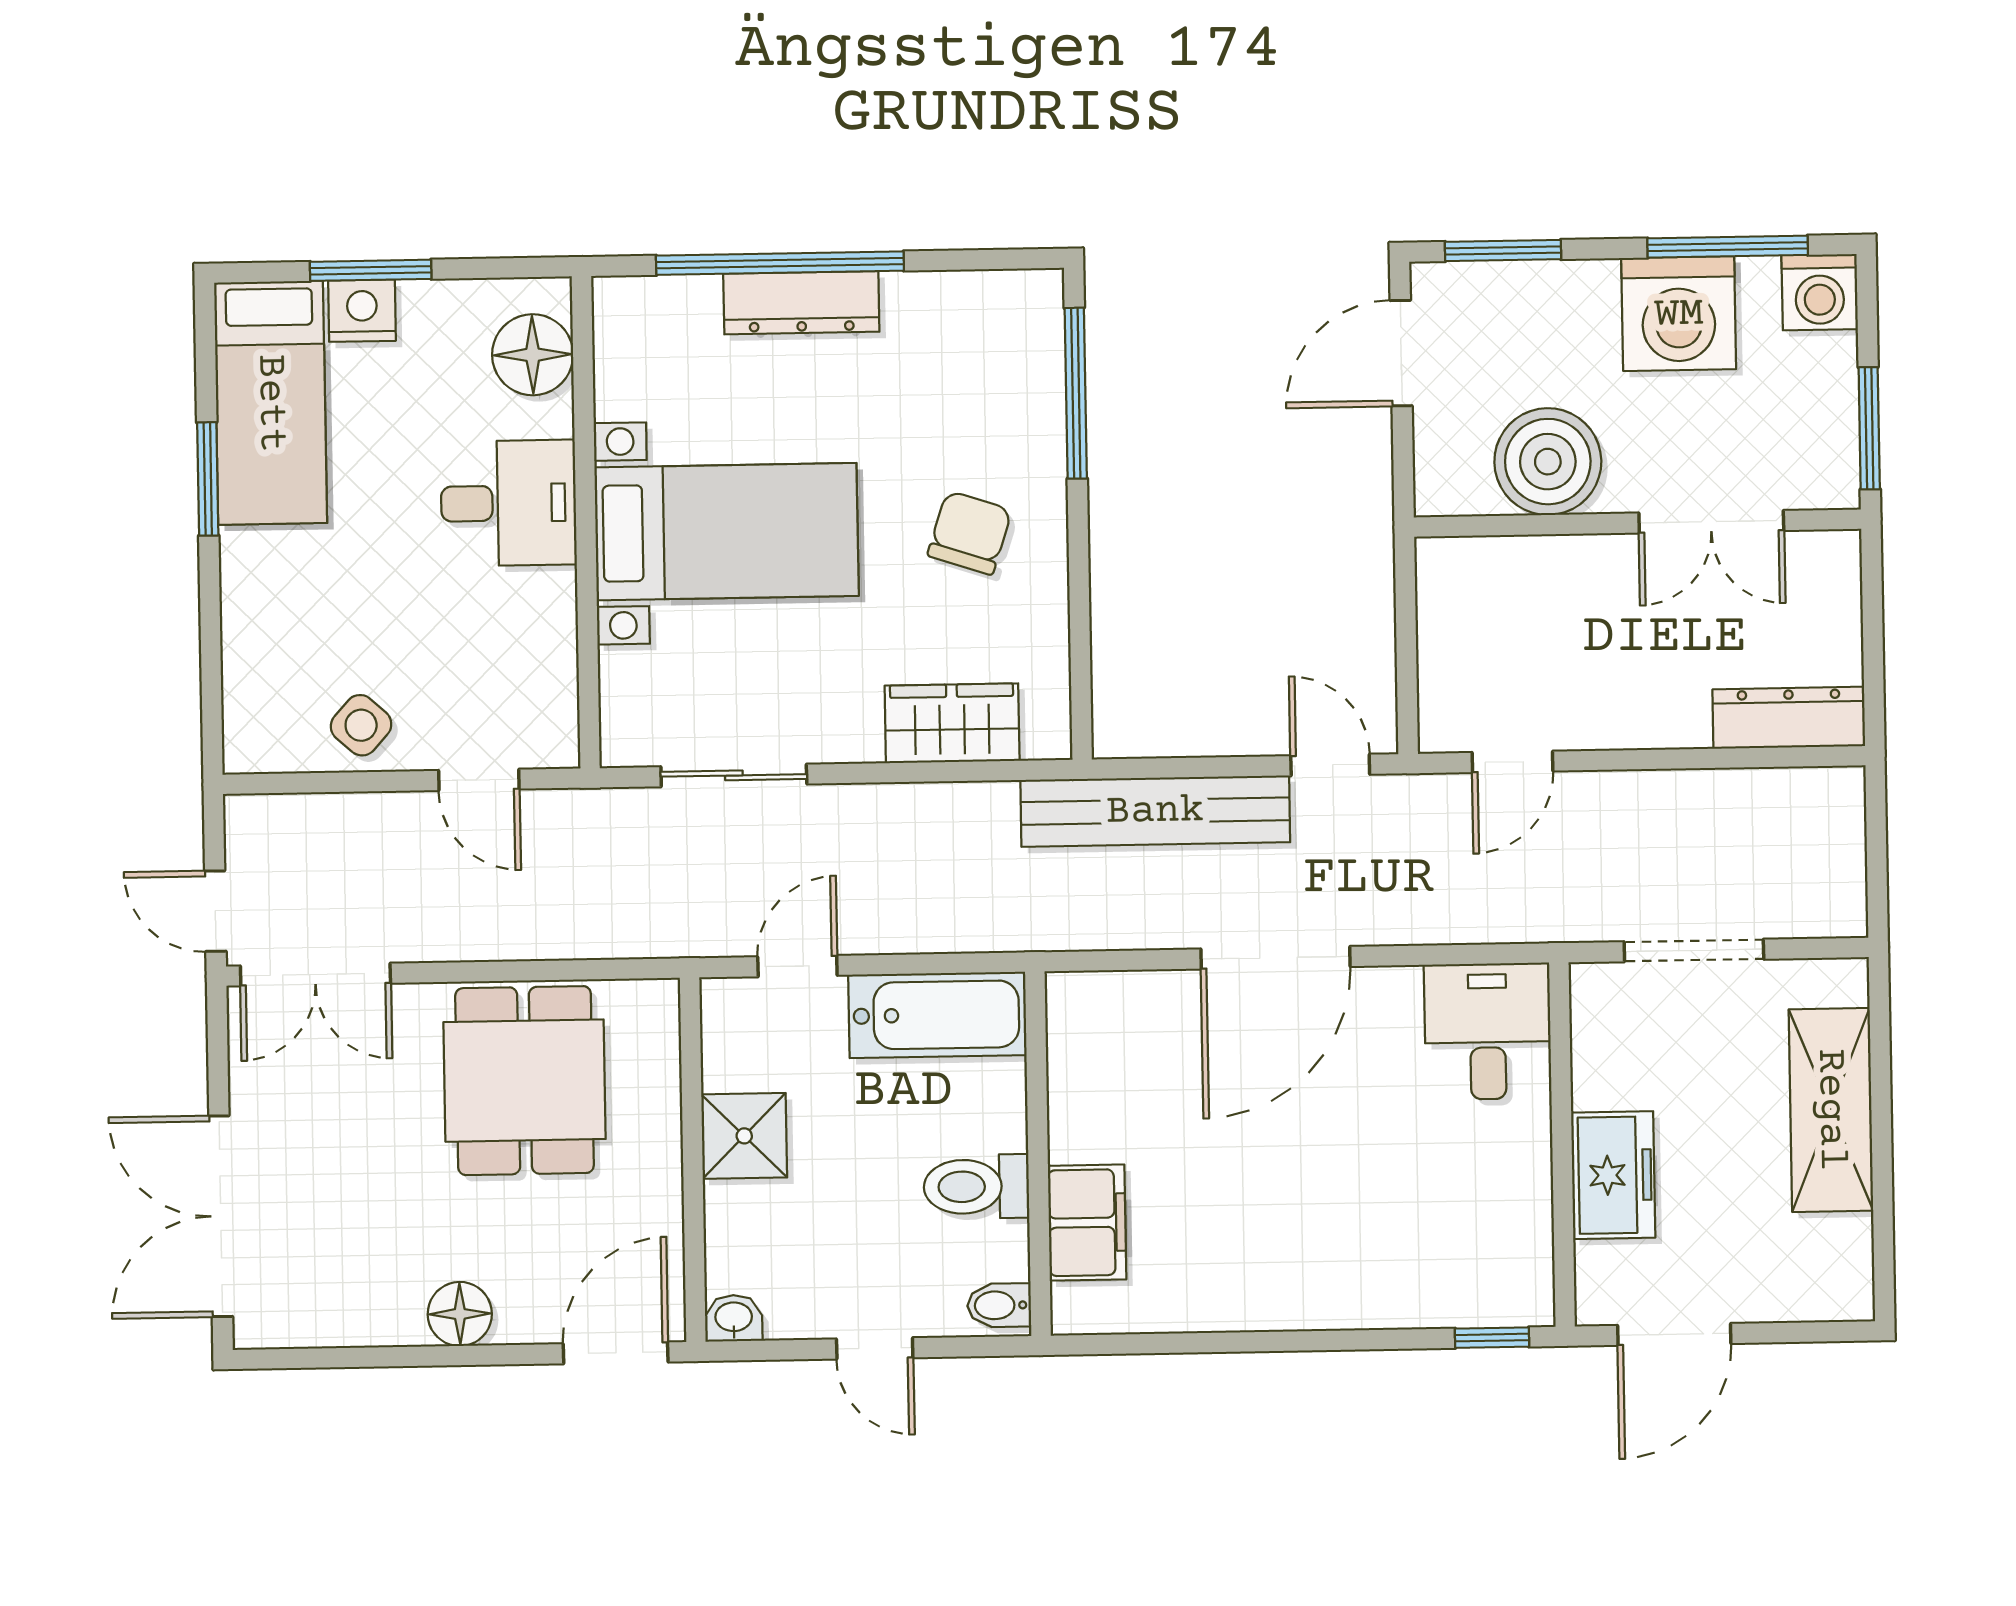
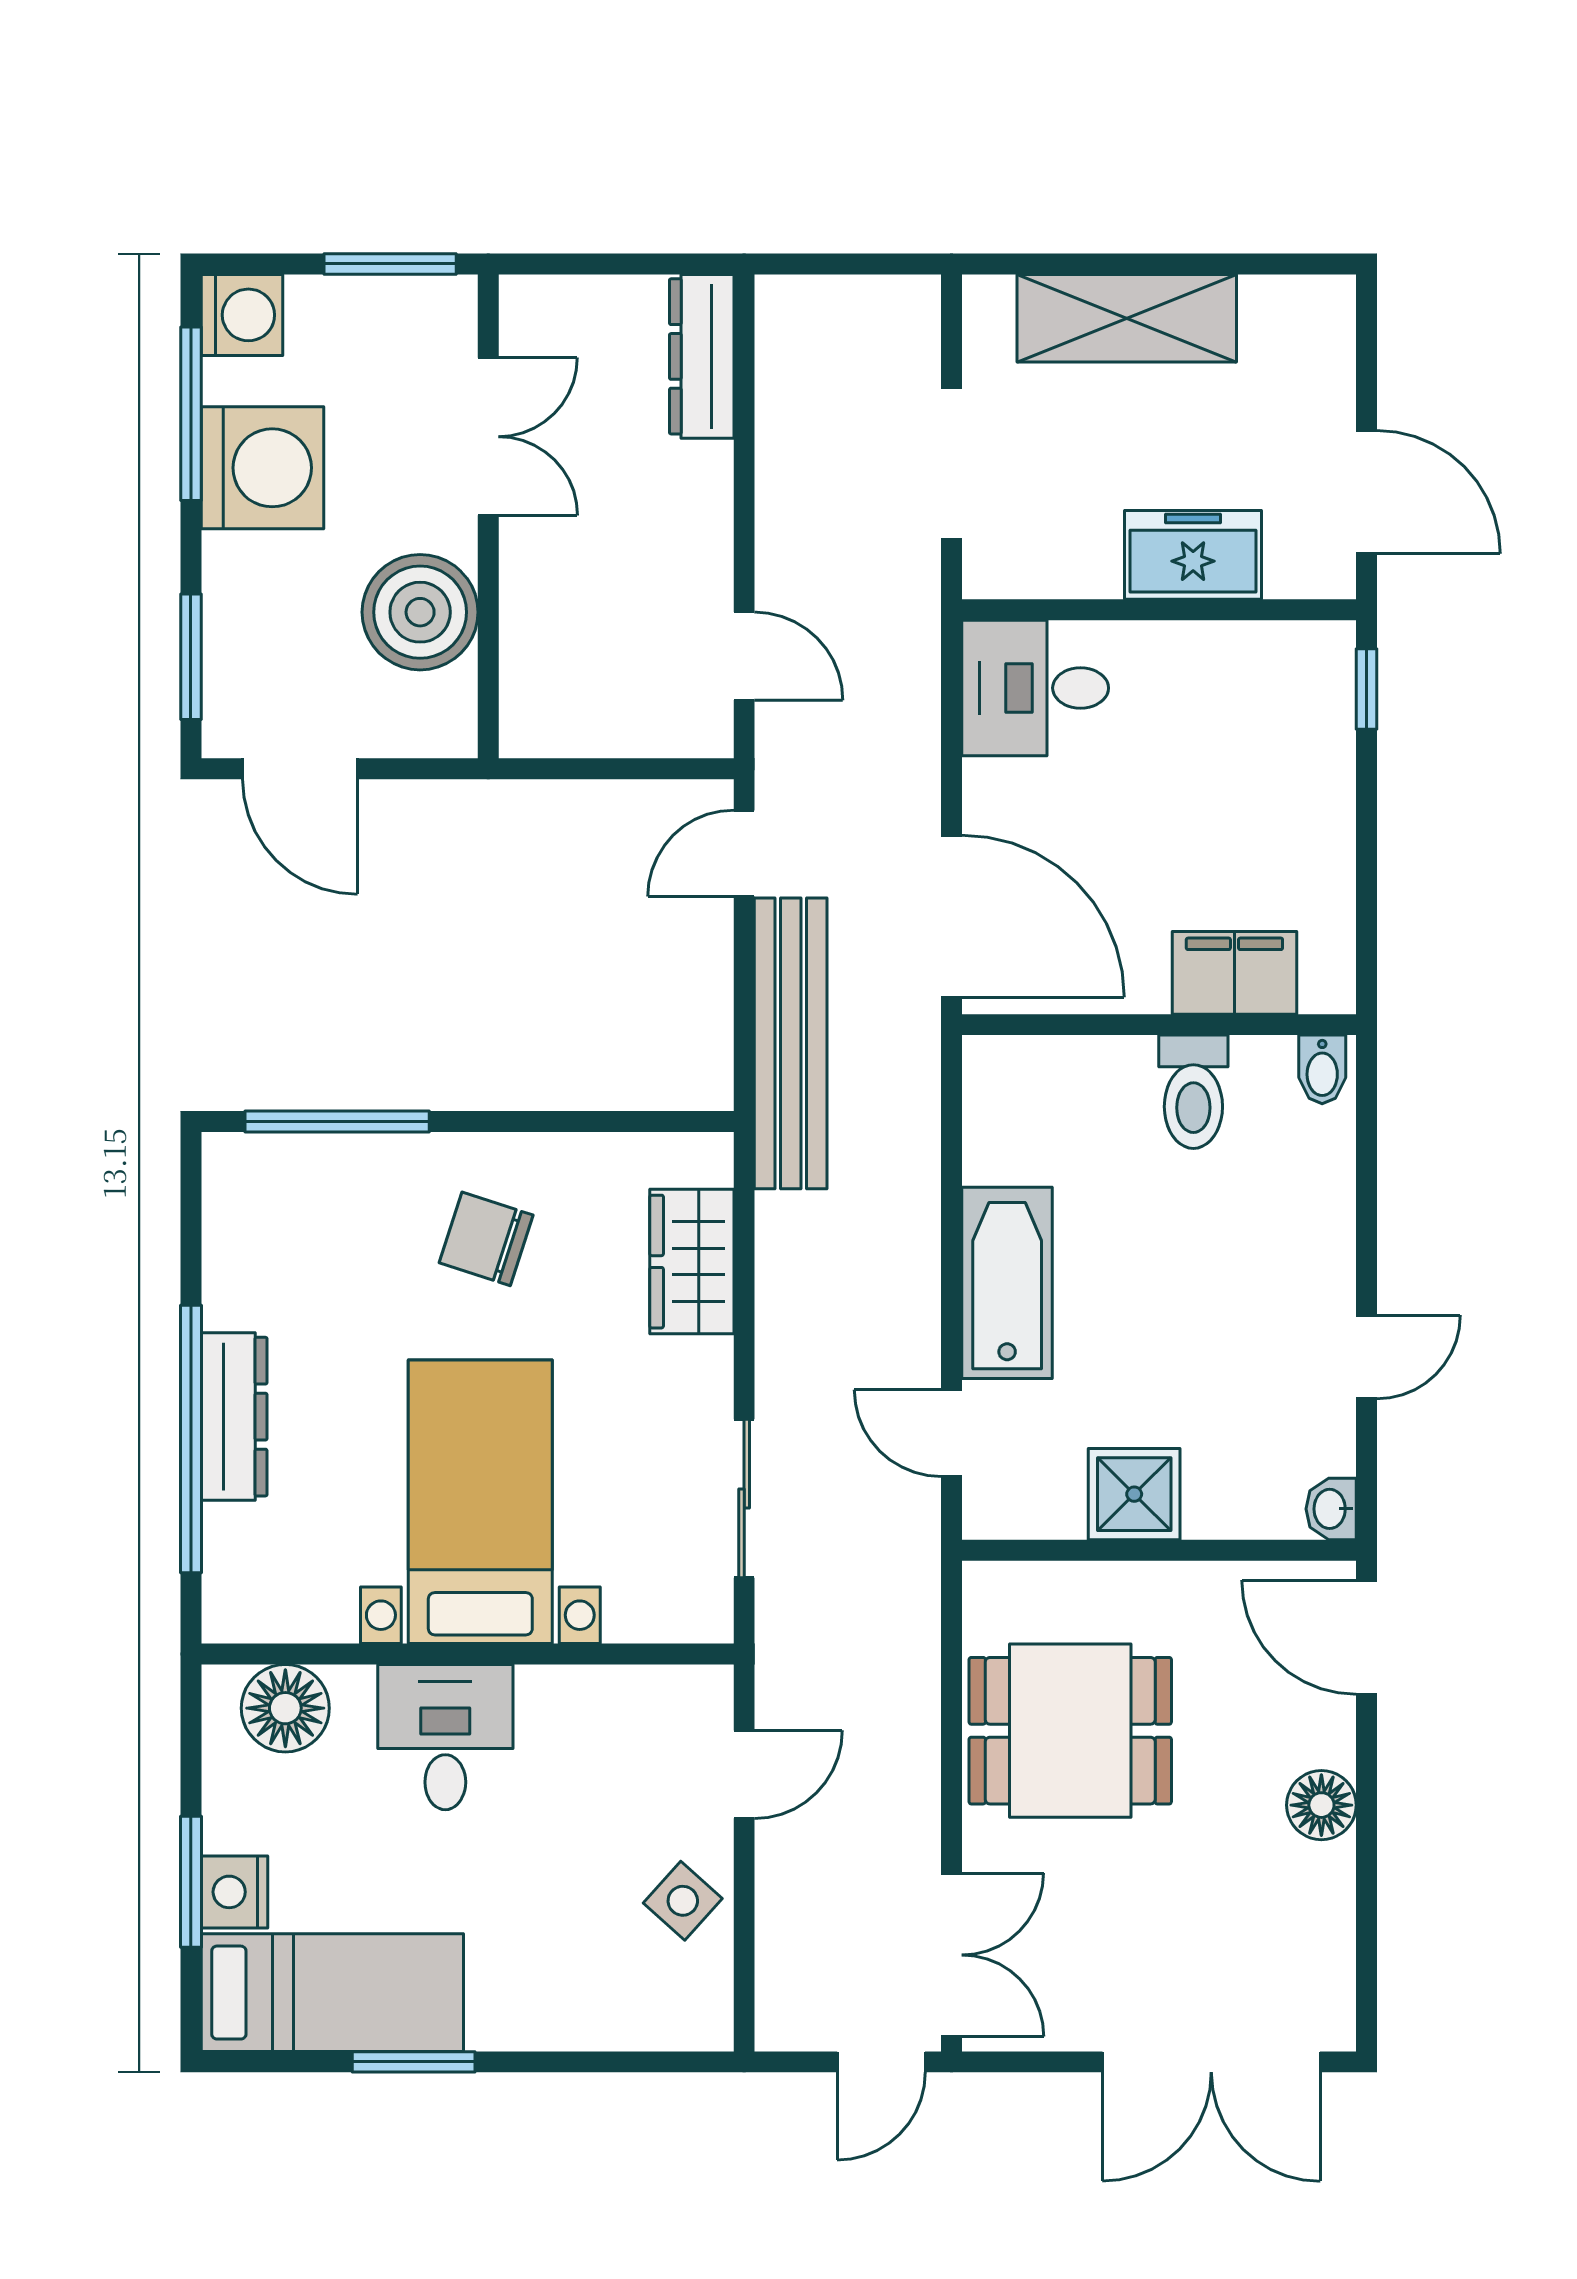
wall: (1038, 1154) -> (1159, 1025), moved
toilet: (976, 1187) -> (1193, 1092), moved
filing cabinet: (1087, 1223) -> (1234, 973), moved
bidet: (999, 1305) -> (1322, 1069), moved

